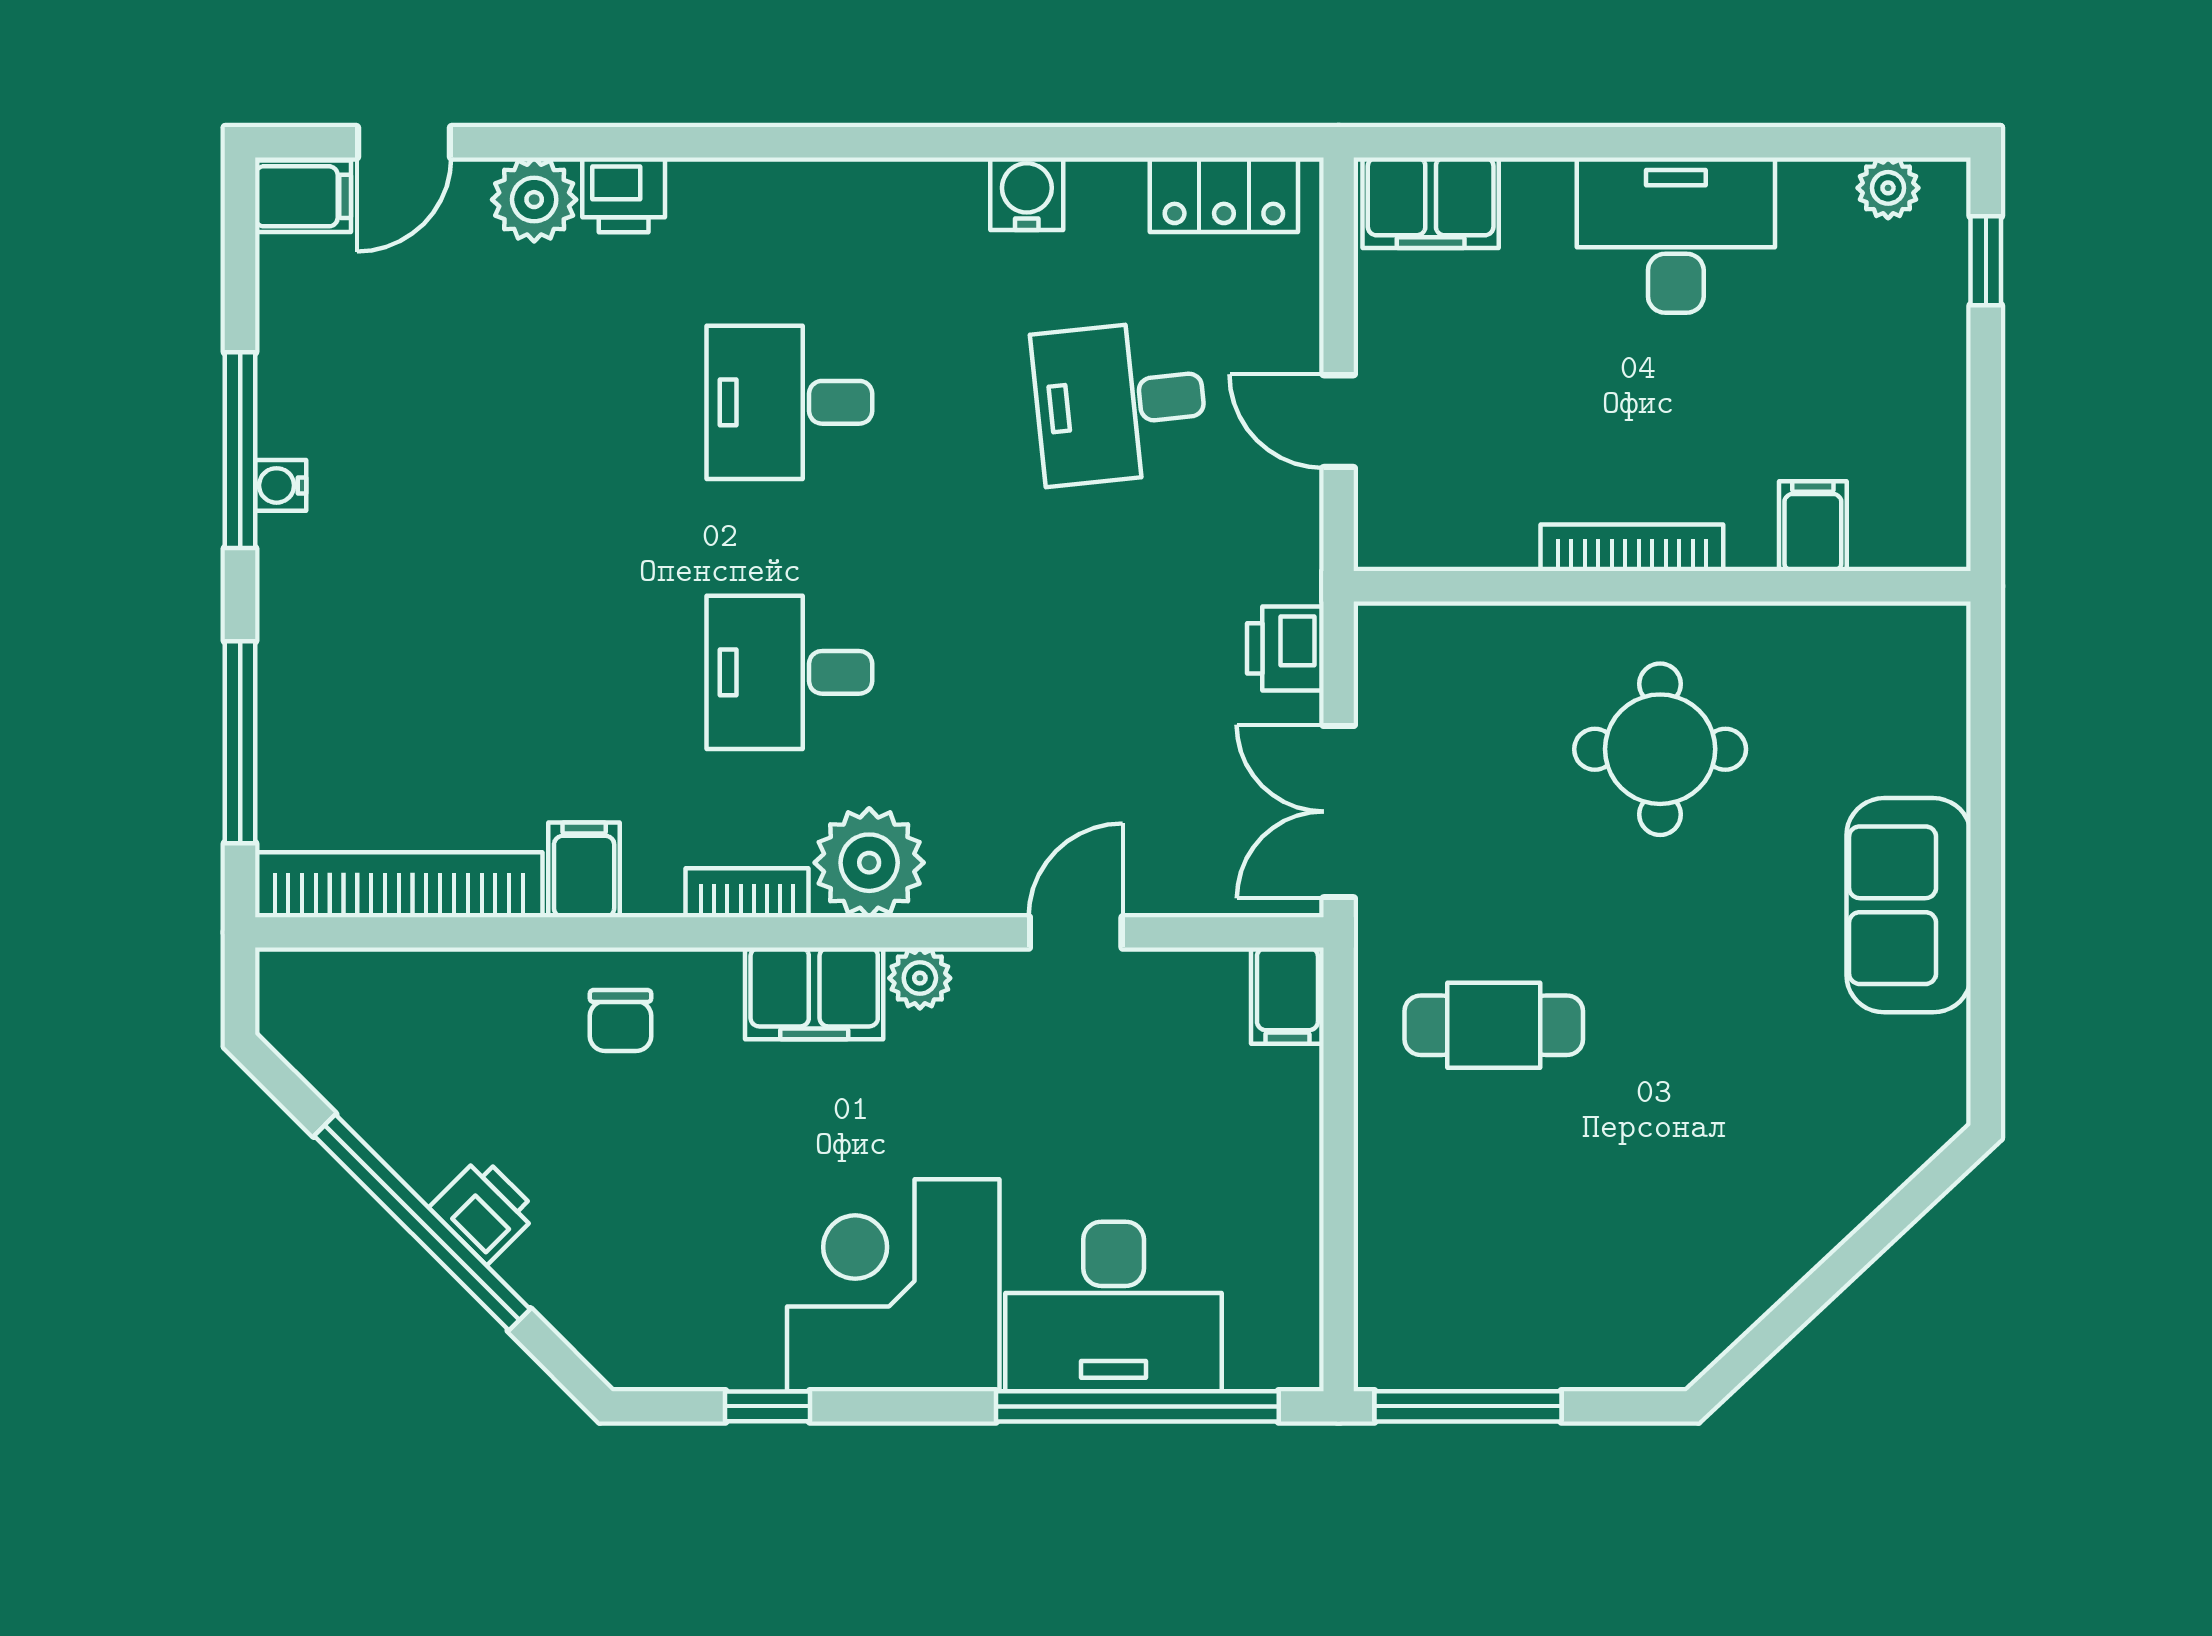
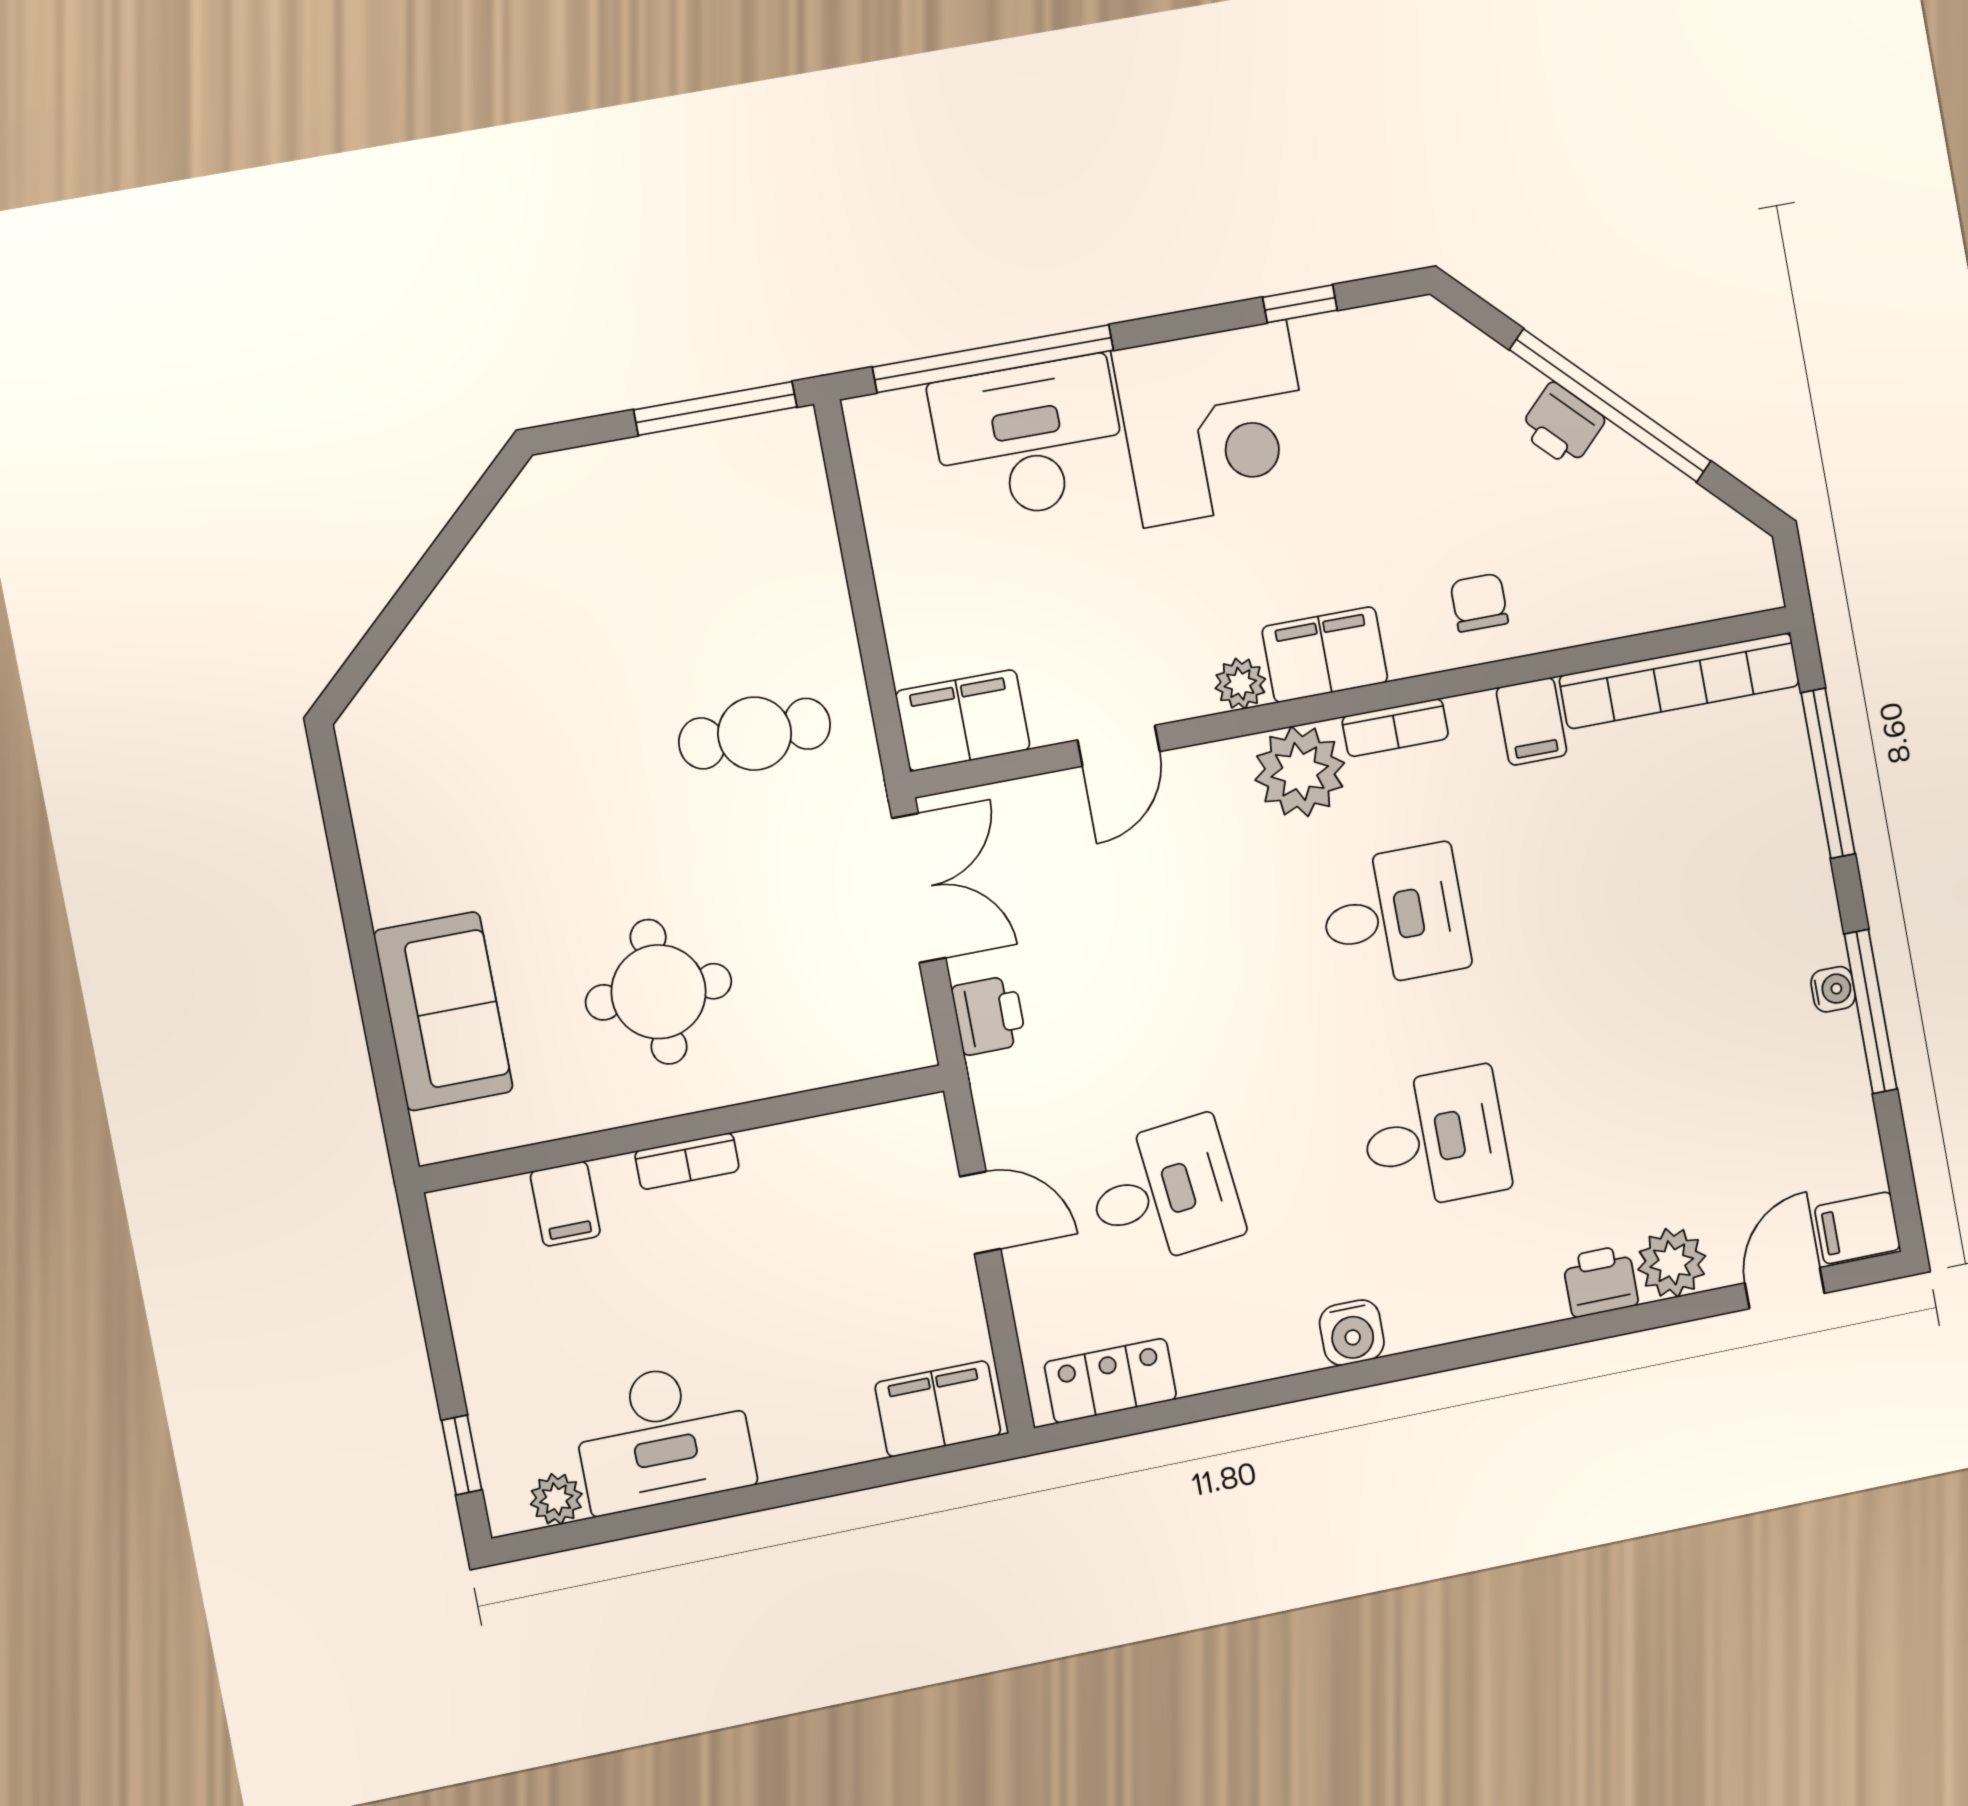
water cooler: (1027, 194) -> (1352, 1333), moved
desk: (1676, 235) -> (663, 1437), moved
bookcase: (1632, 548) -> (687, 1161), width x0.64
sofa: (1909, 905) -> (443, 1011), moved
filing cabinet: (1287, 996) -> (963, 720), width x2.00

